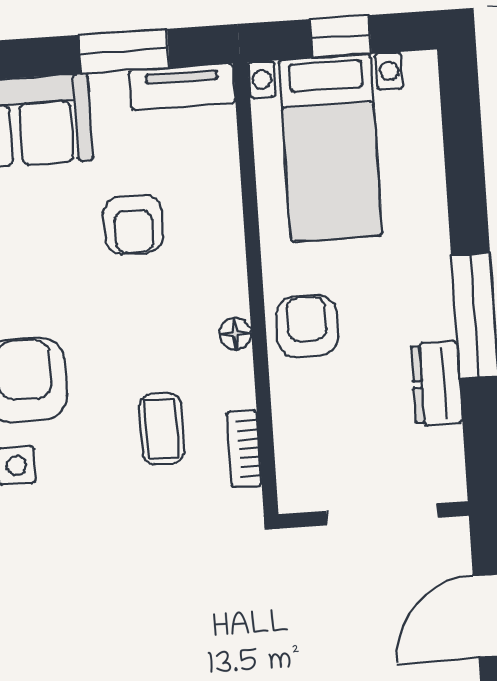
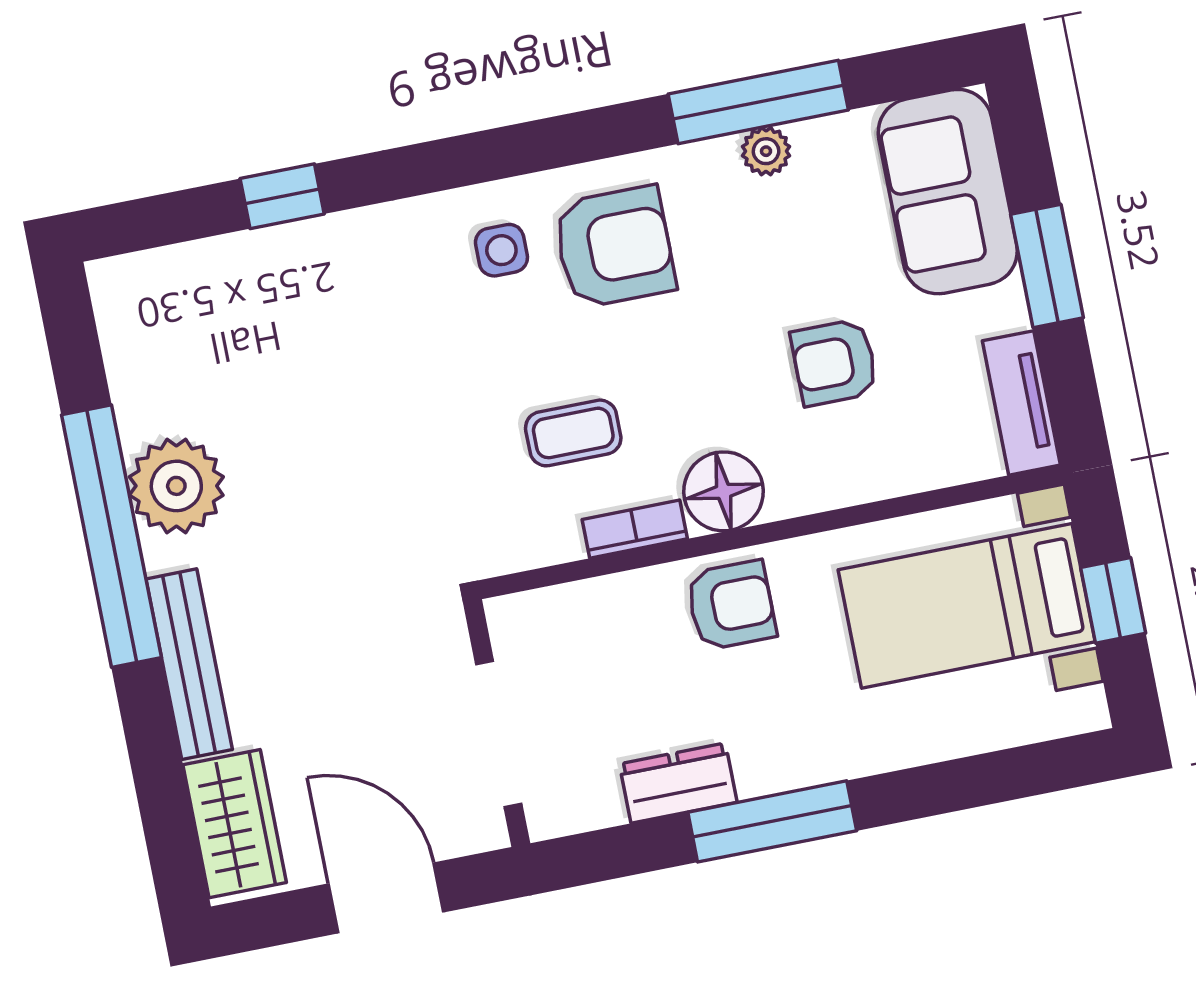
window: (124, 51) -> (1047, 266), moved
floor lamp: (235, 334) -> (724, 491), width x1.89, depth x1.89
bookcase: (244, 449) -> (635, 529), moved

